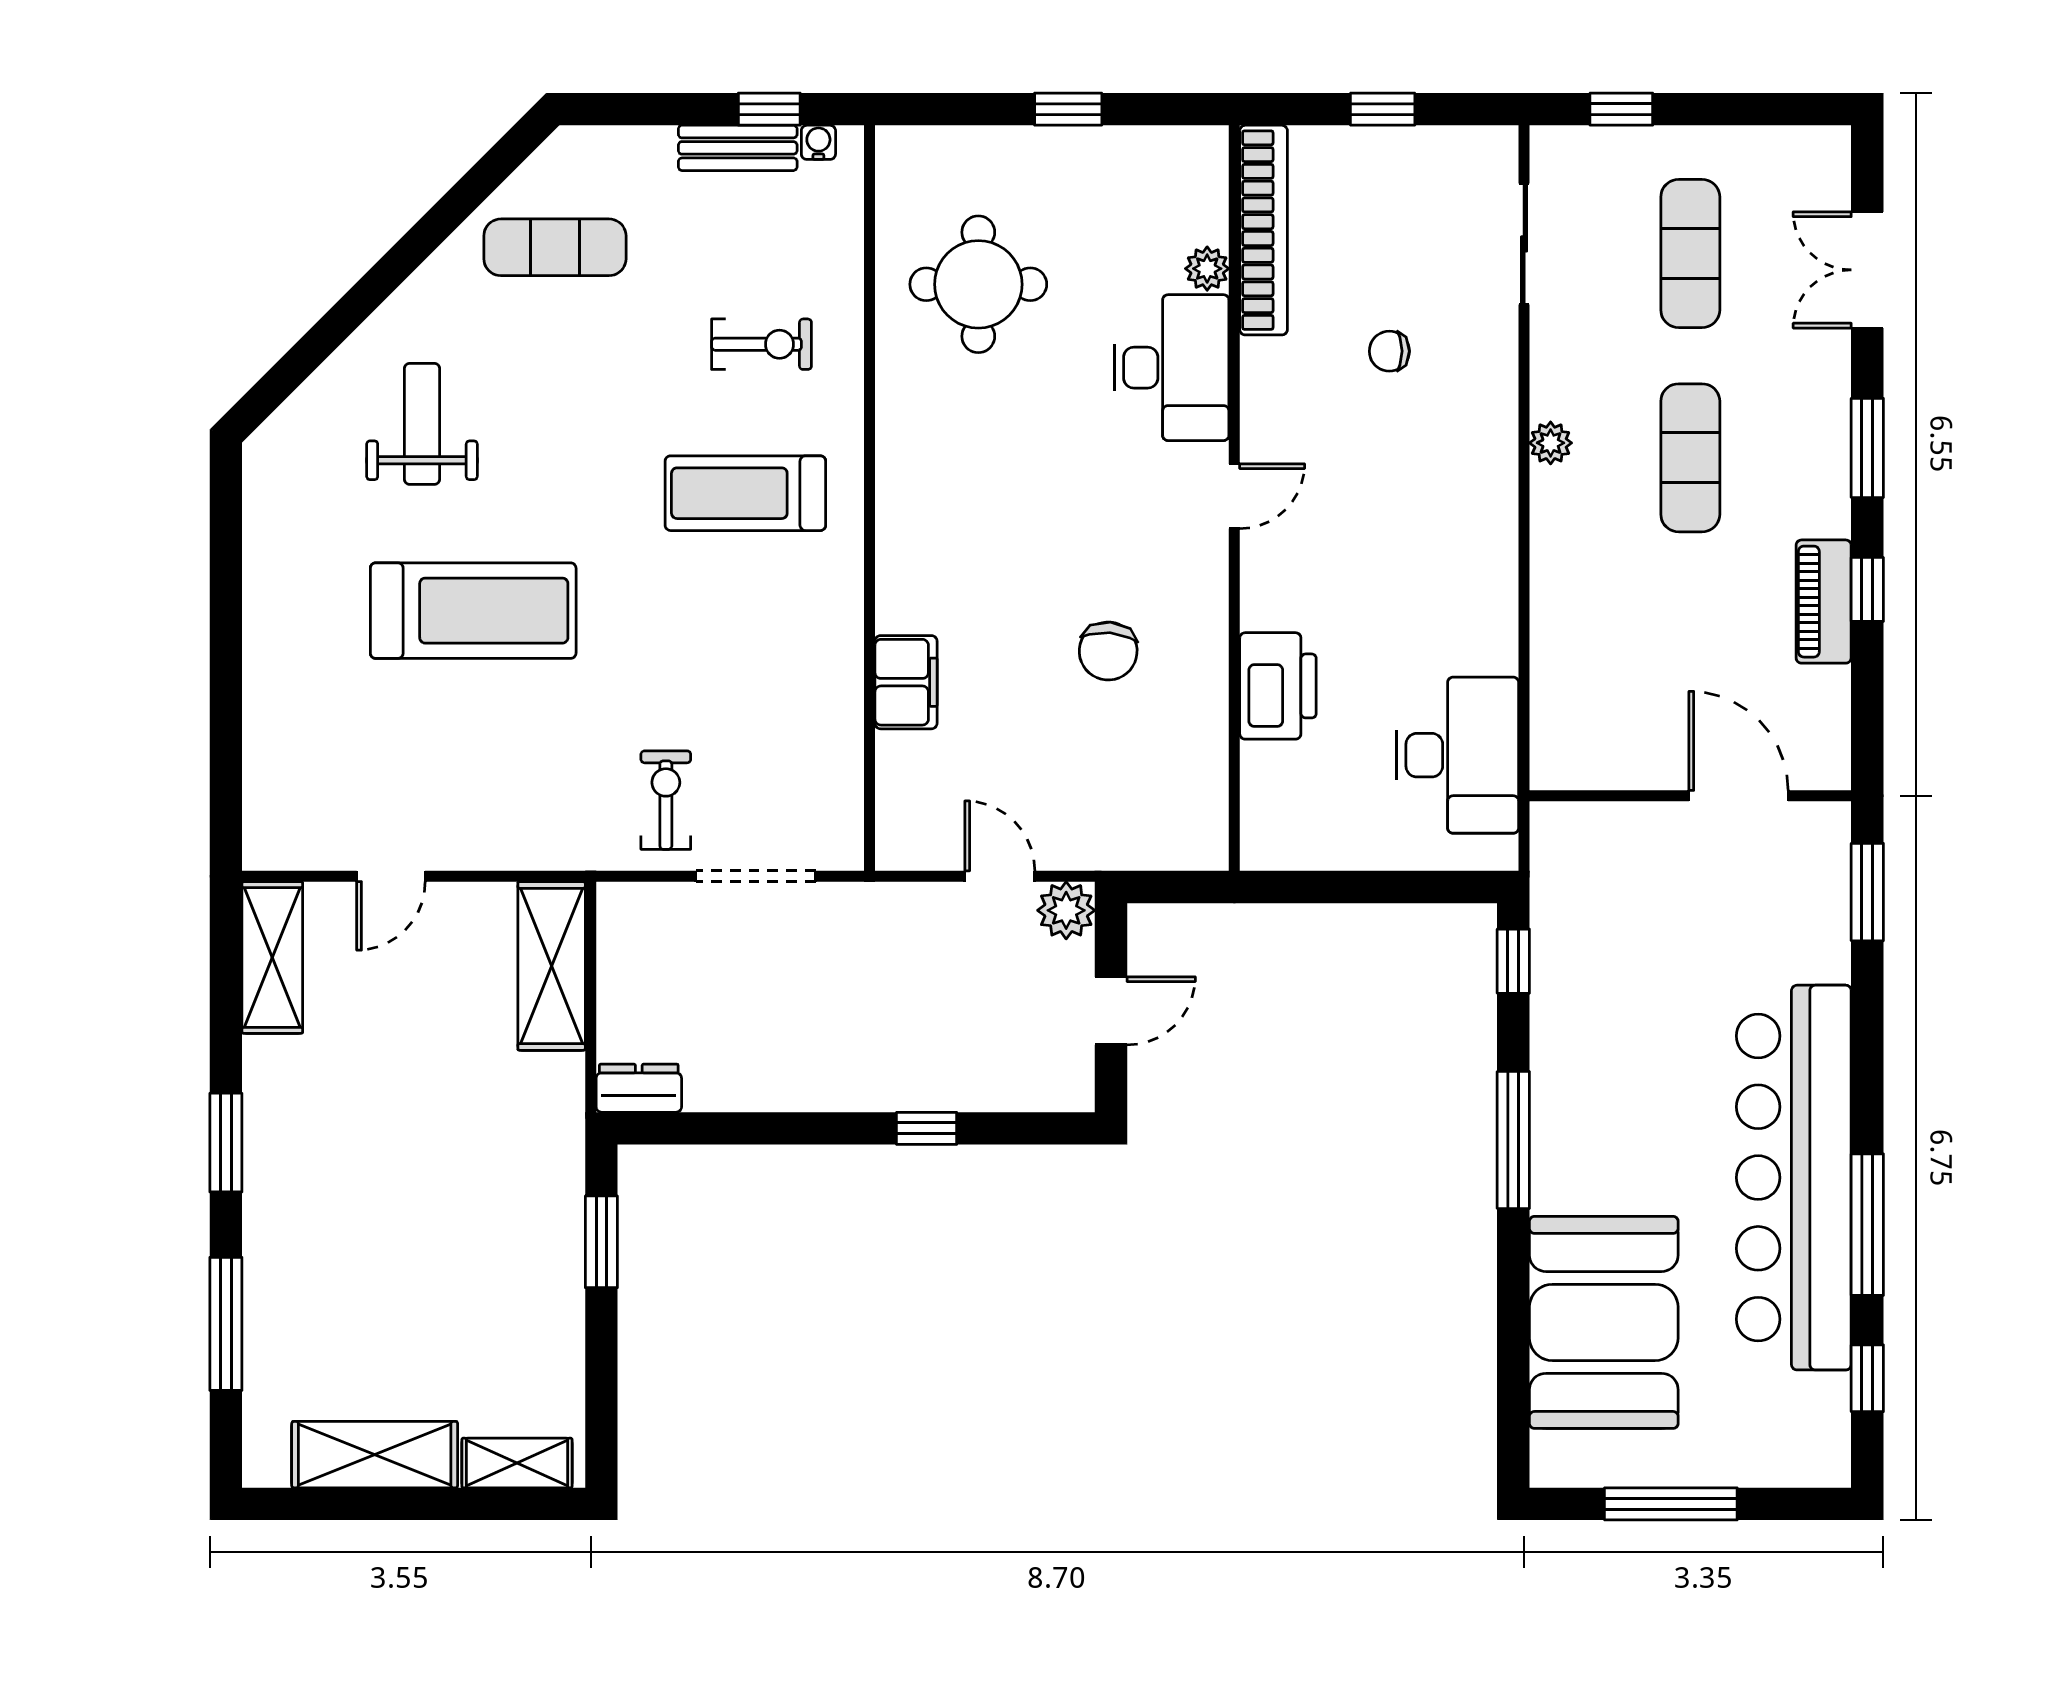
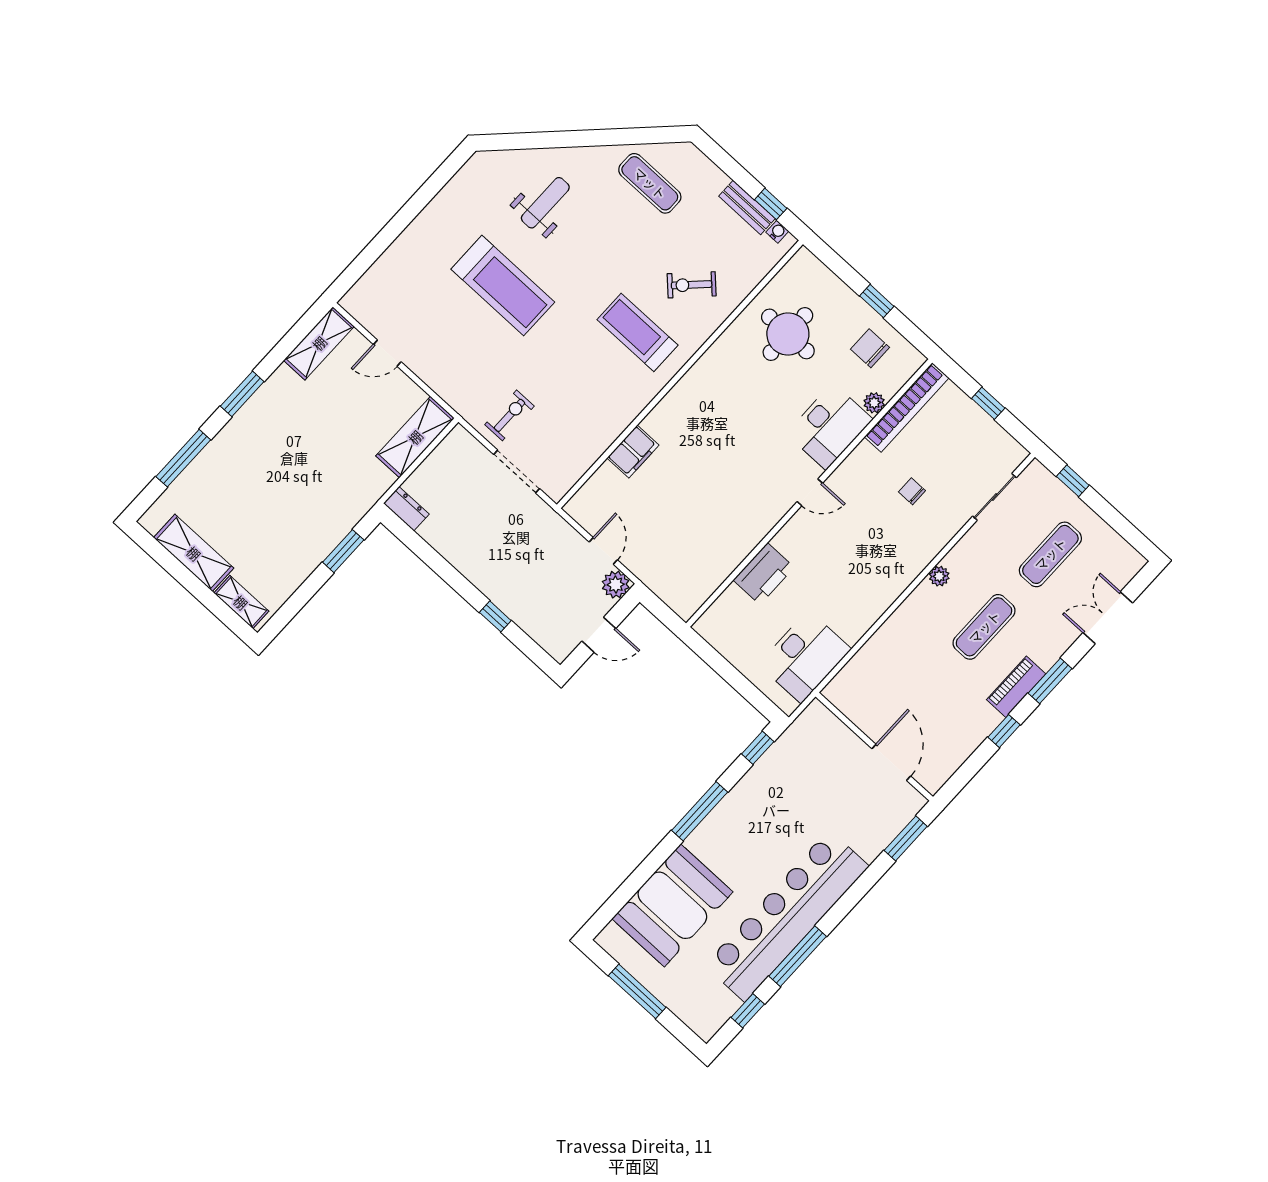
exercise bike: (762, 344) -> (692, 285), turned 135
piano: (1824, 602) -> (1016, 687), moved
chair: (1108, 651) -> (870, 348), moved, turned 85

